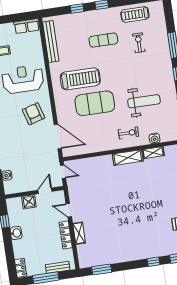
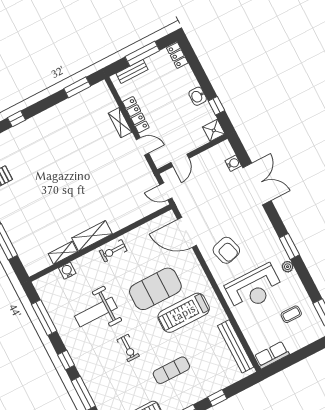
exercise bike: (139, 43) -> (128, 348), moved
exercise bike: (128, 133) -> (113, 251), moved
shower: (29, 202) -> (214, 130), moved

